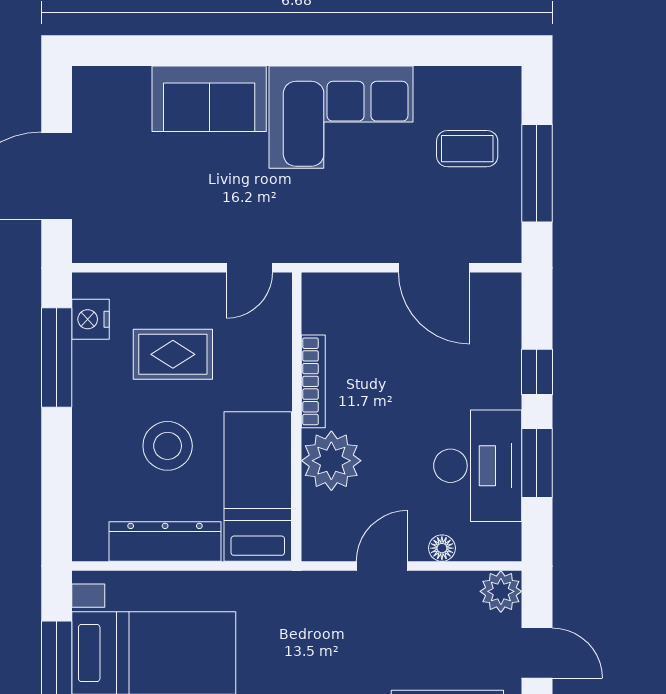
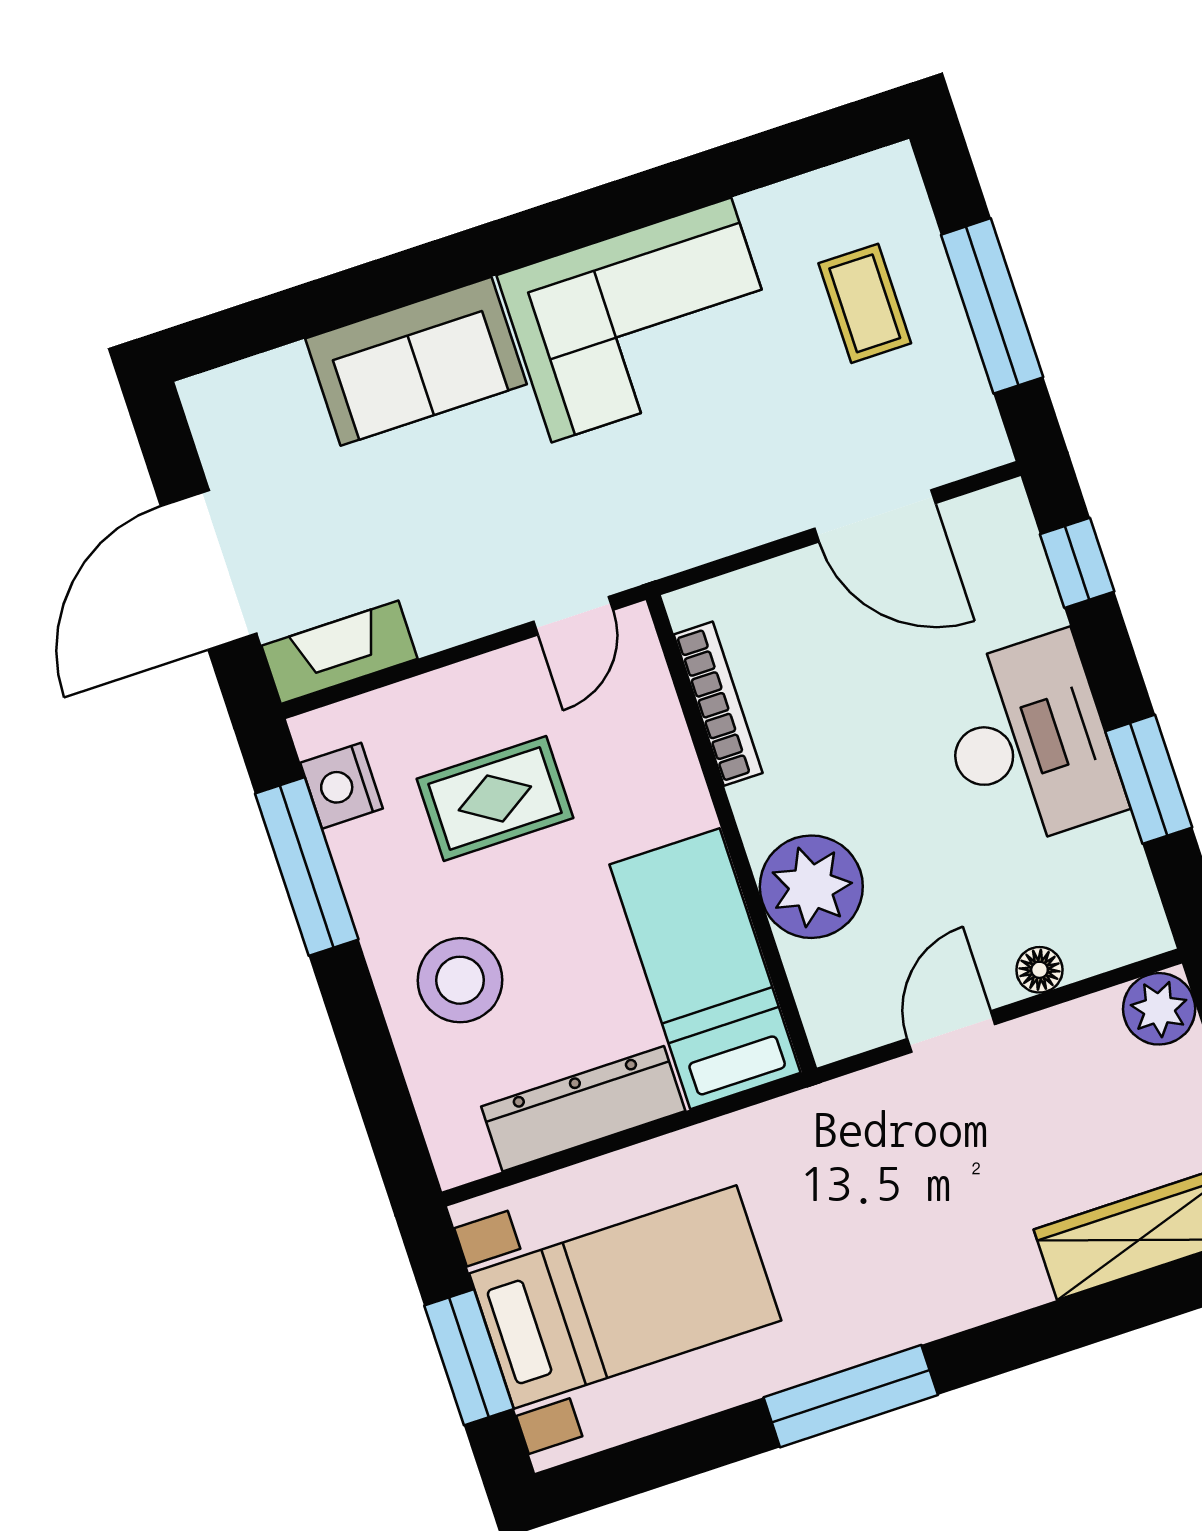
coffee table: (467, 149) -> (865, 303), turned 90
fireplace: (114, 245) -> (340, 652), added
window: (537, 372) -> (1077, 563), moved
bookcase: (313, 381) -> (718, 704), moved
stool: (168, 446) -> (460, 980), moved
desk: (478, 466) -> (1029, 741), moved

